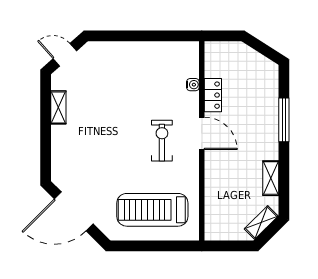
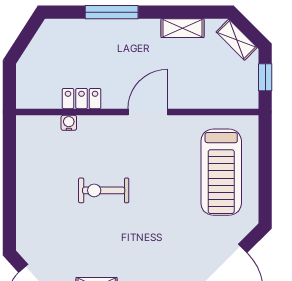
door: (202, 133) -> (148, 112), moved
exercise bike: (162, 141) -> (104, 190), moved
window: (230, 246) -> (265, 77), added

